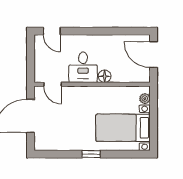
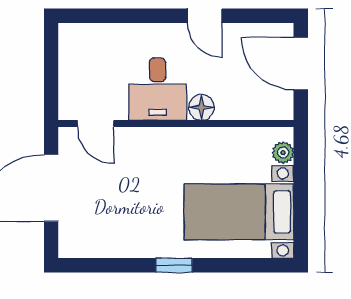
door: (52, 31) -> (205, 16), moved

